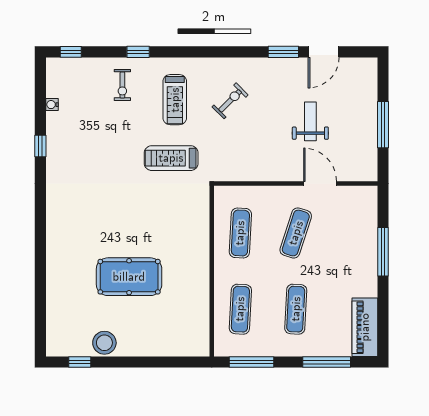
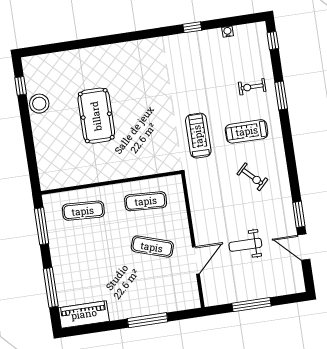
window: (138, 52) -> (281, 96), width x1.50
weight bench: (310, 121) -> (245, 245), turned 180
exercise mat: (296, 309) -> (90, 256), removed

